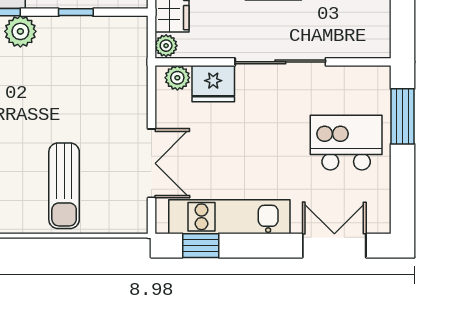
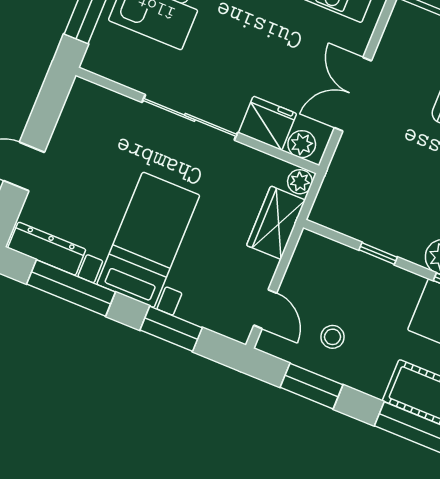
double door: (151, 163) -> (353, 94), moved

